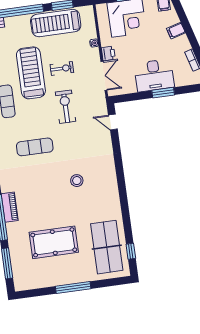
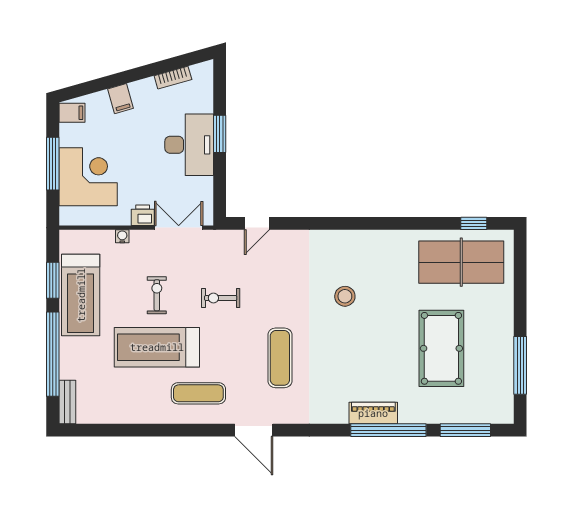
exercise bike: (66, 107) -> (221, 298), width x0.73, depth x0.72
window: (73, 287) -> (520, 365), moved

